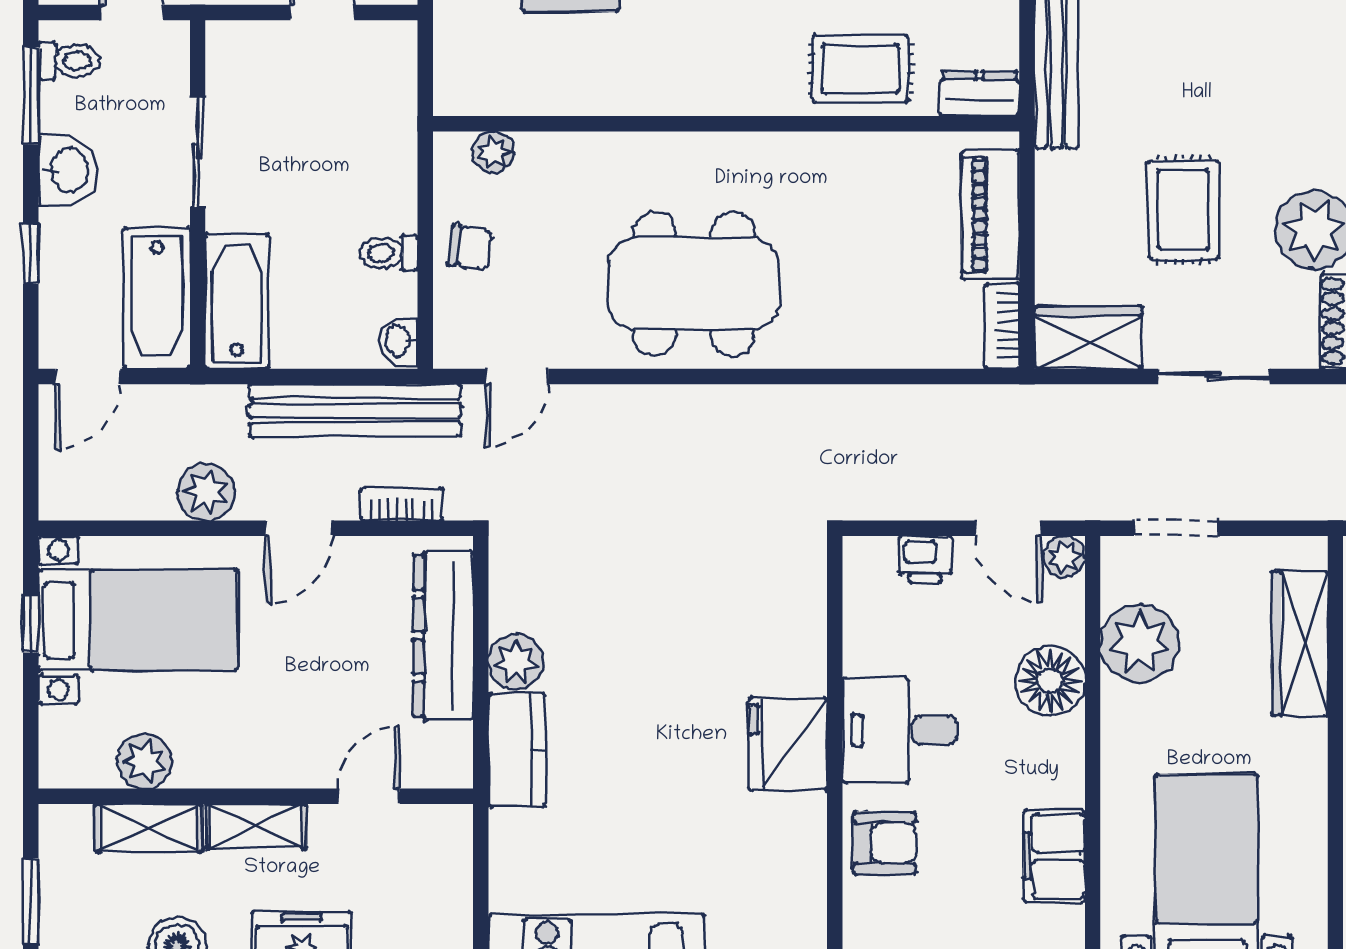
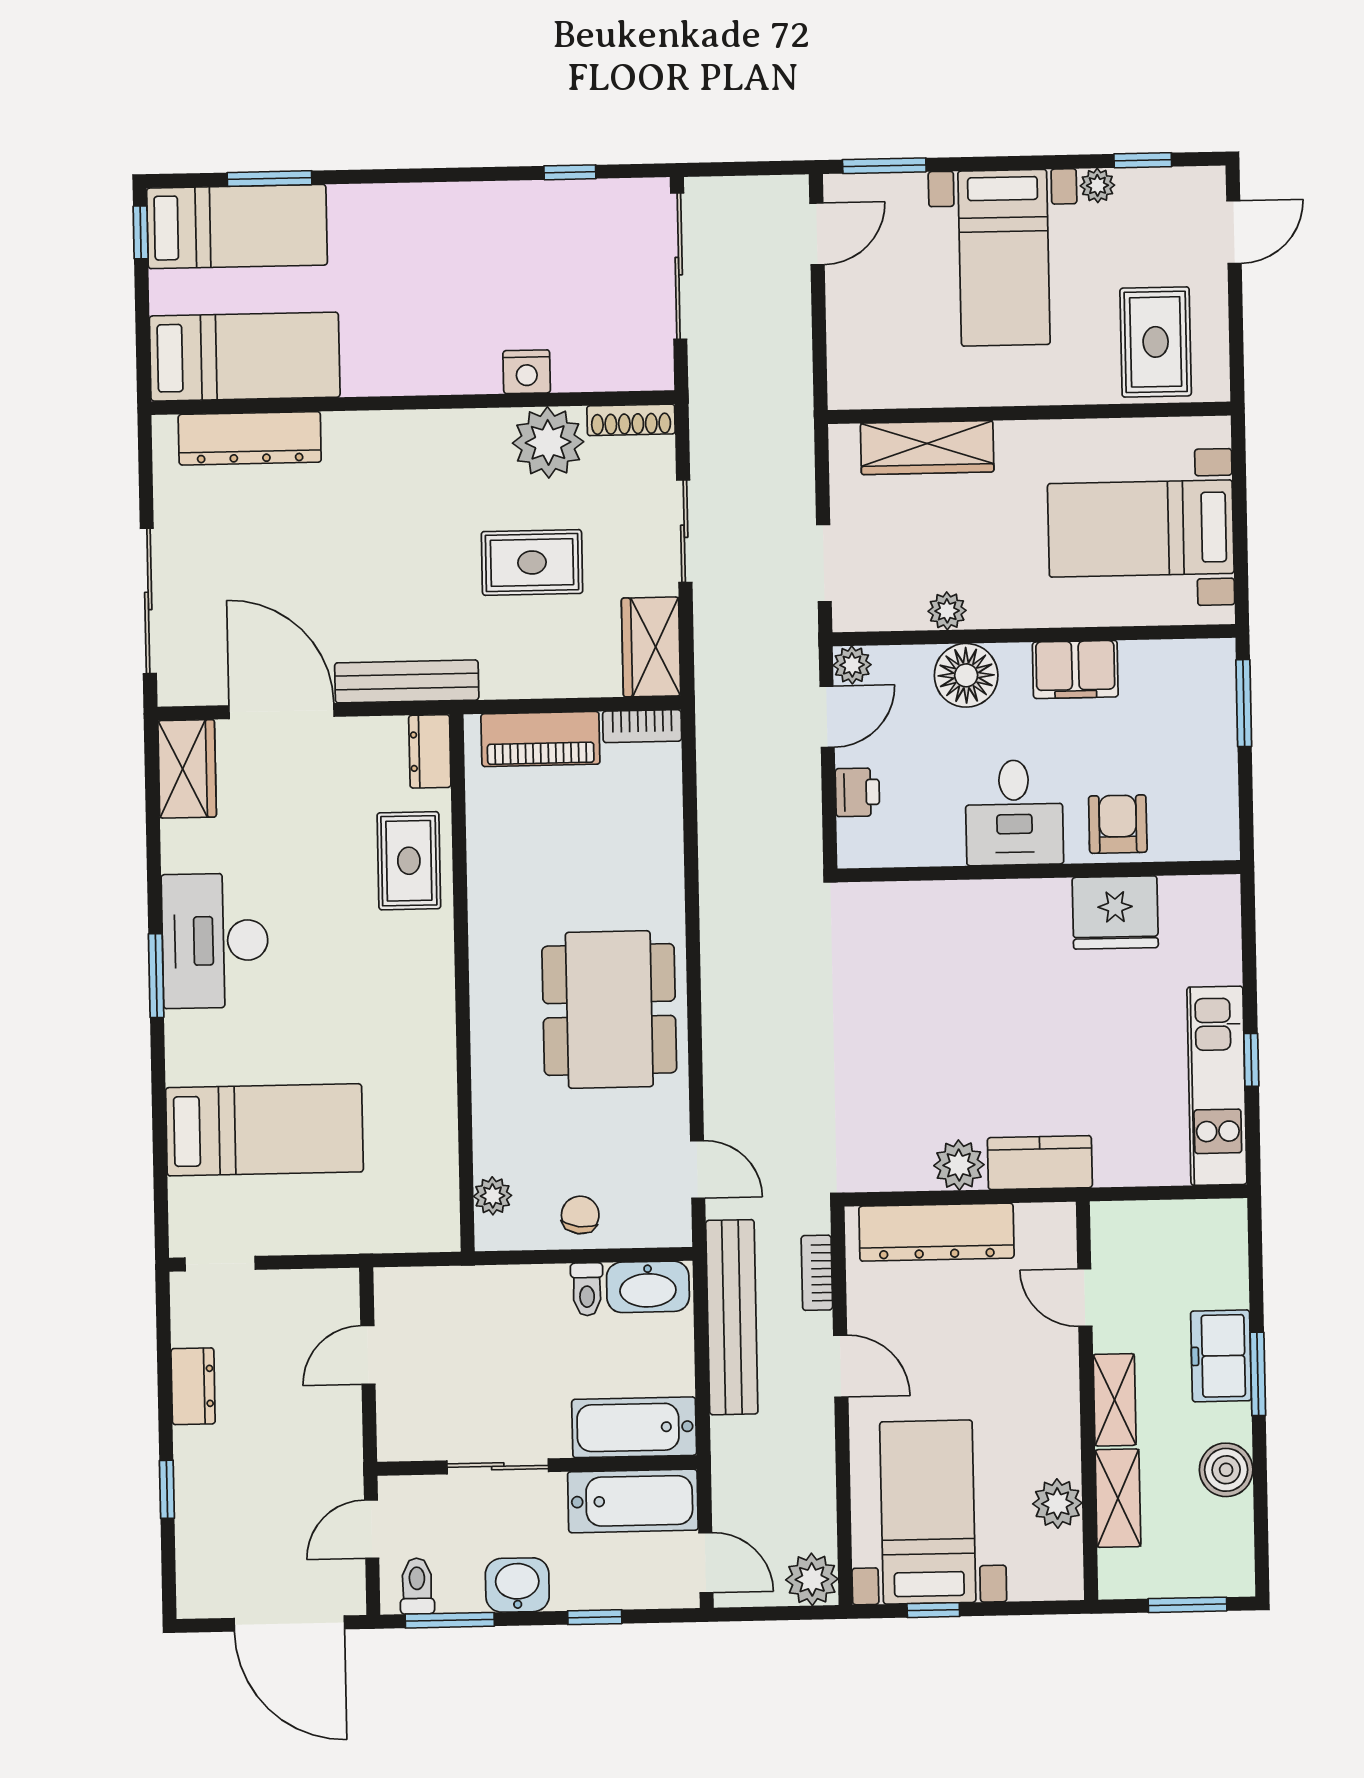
washbasin: (399, 341) -> (648, 1287), width x1.91, depth x1.45
plant: (206, 492) -> (812, 1579), moved
plant: (1139, 643) -> (947, 611), width x0.53, depth x0.53
fridge: (788, 744) -> (1115, 913), moved
filing cabinet: (1054, 856) -> (1075, 669), moved

